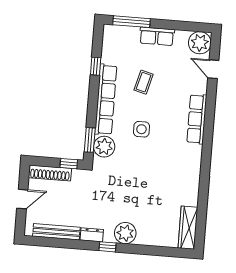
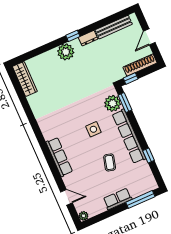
plant: (200, 43) -> (84, 216), width x0.53, depth x0.53

